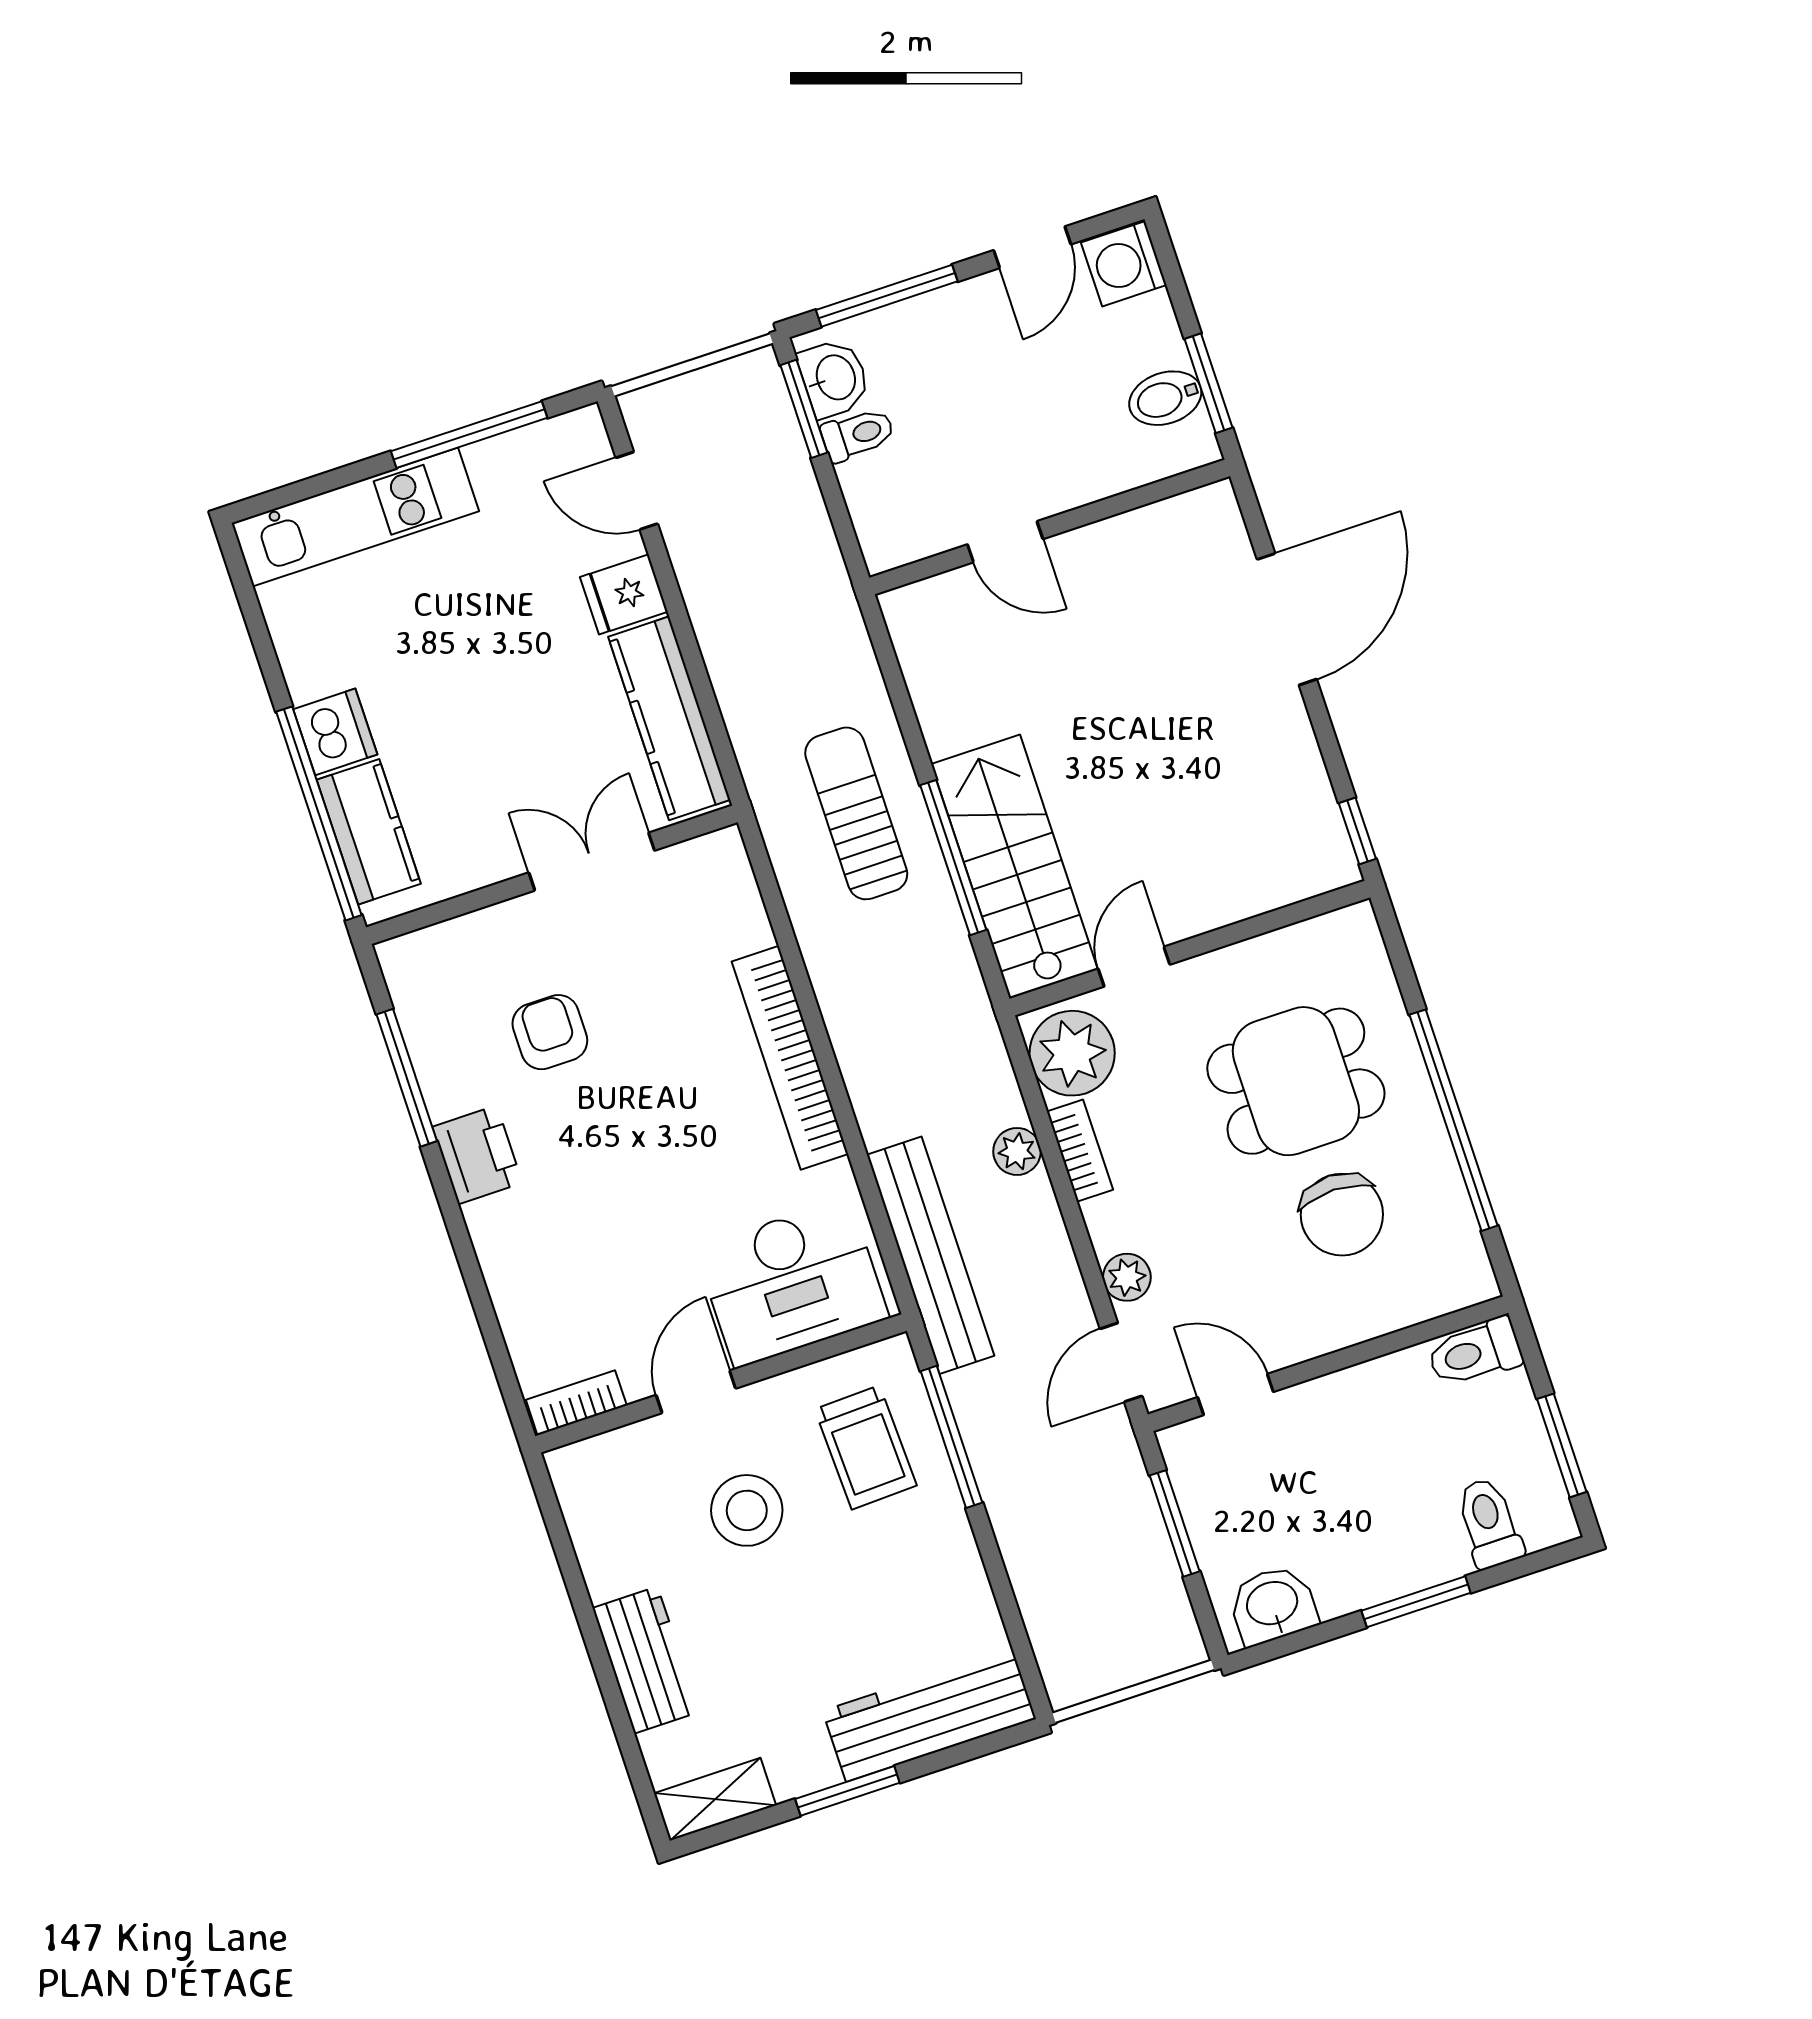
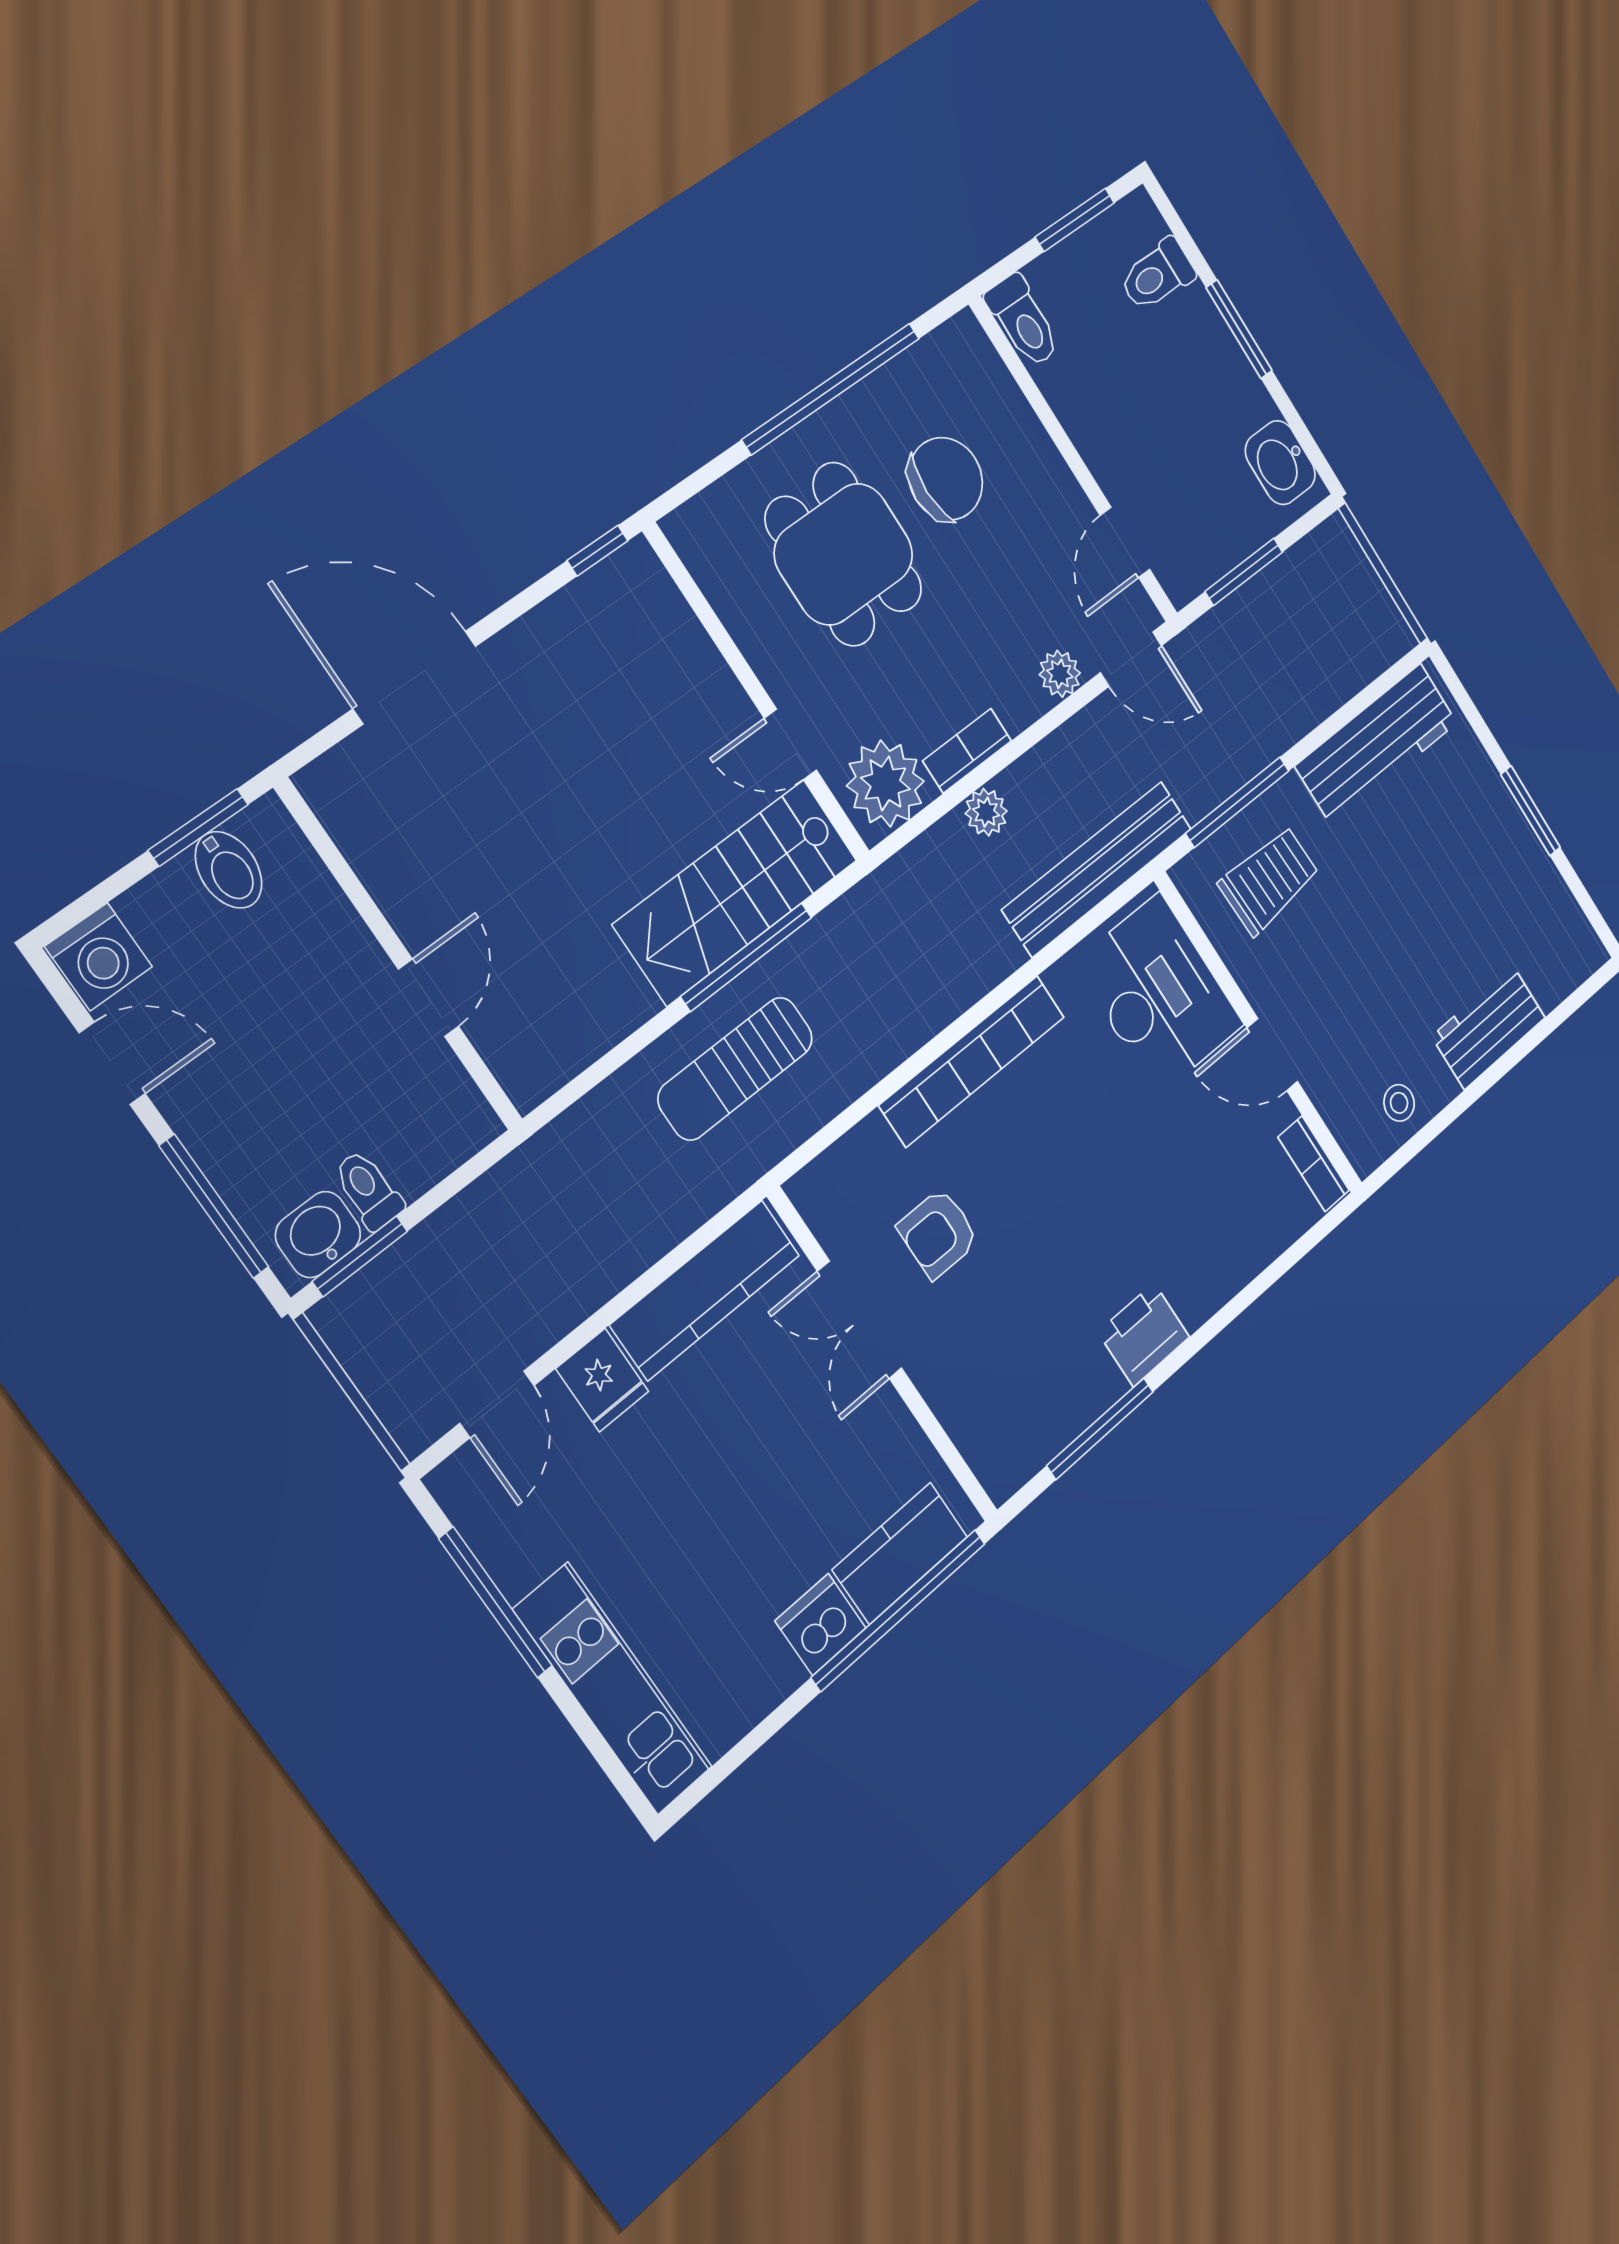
armchair: (550, 1032) -> (938, 1233), moved
stool: (747, 1510) -> (1399, 1103), moved, width x0.53, depth x0.53
workbench: (929, 1715) -> (1377, 744), moved, turned -90
shelving: (715, 1799) -> (1571, 928), removed

